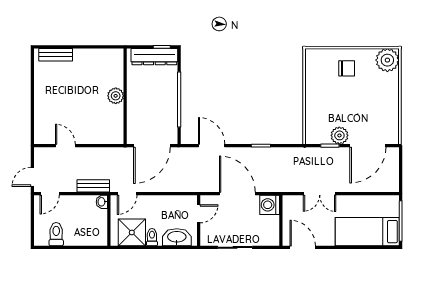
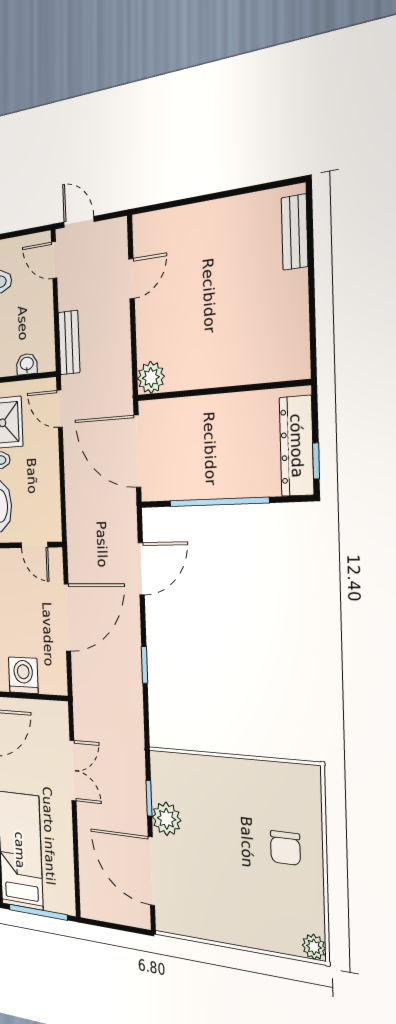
plant: (387, 60) -> (314, 947), width x0.53, depth x0.53
plant: (116, 96) -> (151, 377), moved
double door: (320, 194) -> (73, 770), swing flipped
washbasin: (102, 202) -> (27, 364), moved
washing machine: (270, 205) -> (23, 675), moved

